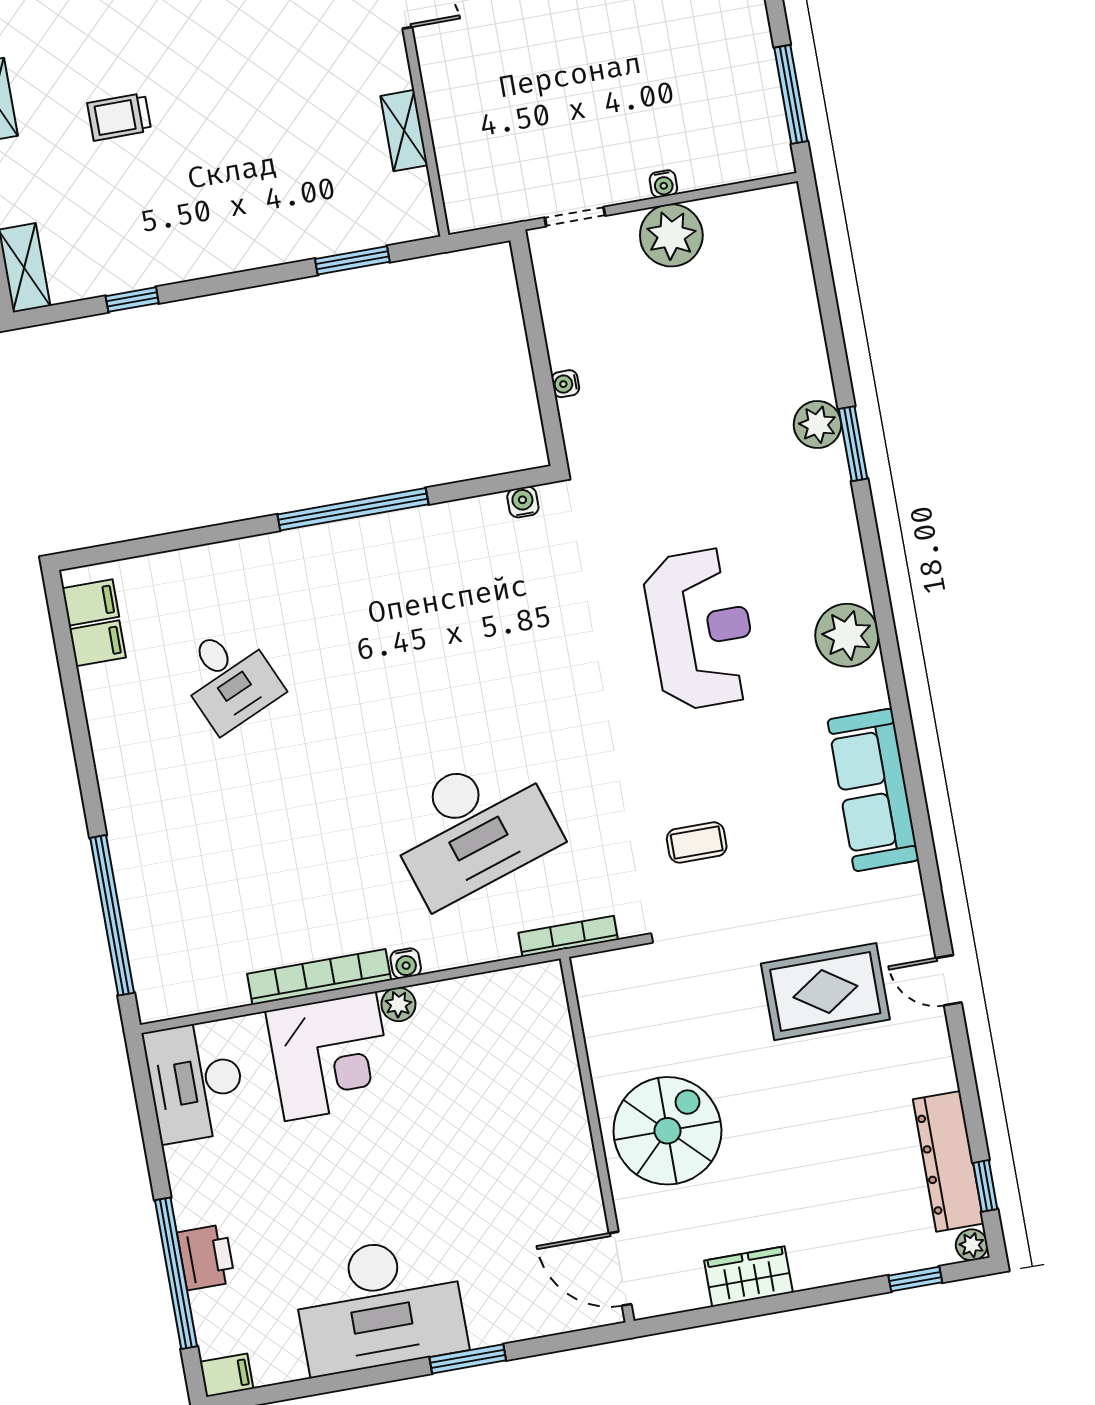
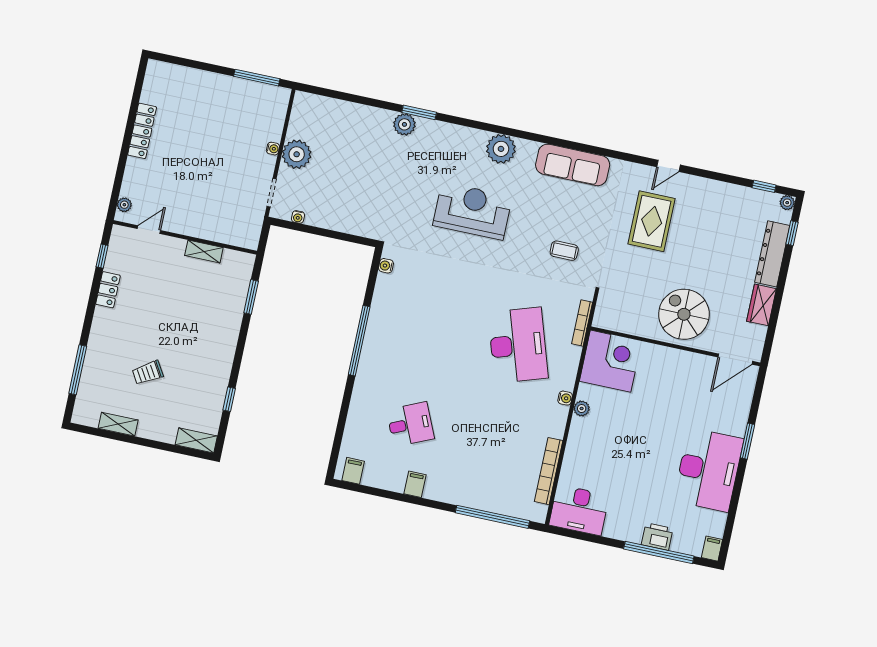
trolley: (119, 117) -> (148, 373), turned 59
water cooler: (565, 384) -> (298, 217), moved
filing cabinet: (98, 643) -> (415, 484), moved
coffee table: (697, 842) -> (564, 251), turned 90
bookcase: (319, 977) -> (549, 471), moved
corner desk: (330, 1056) -> (611, 361), moved
dresser: (948, 1161) -> (772, 254), moved, turned 90

